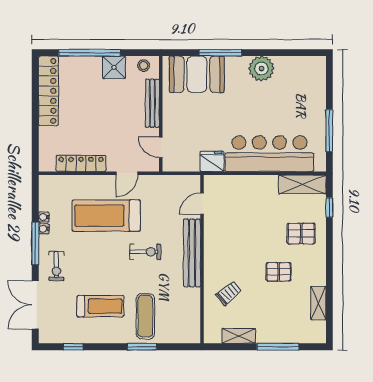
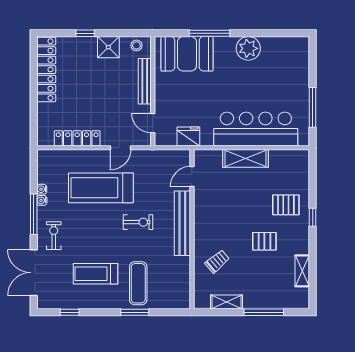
window: (89, 53) -> (85, 33), width x0.32
fridge: (212, 161) -> (188, 136), moved
shelving: (302, 184) -> (245, 158), moved
window: (329, 207) -> (313, 217), moved
exercise bike: (56, 266) -> (54, 236), turned 180
treadmill: (100, 306) -> (96, 274), turned 180

